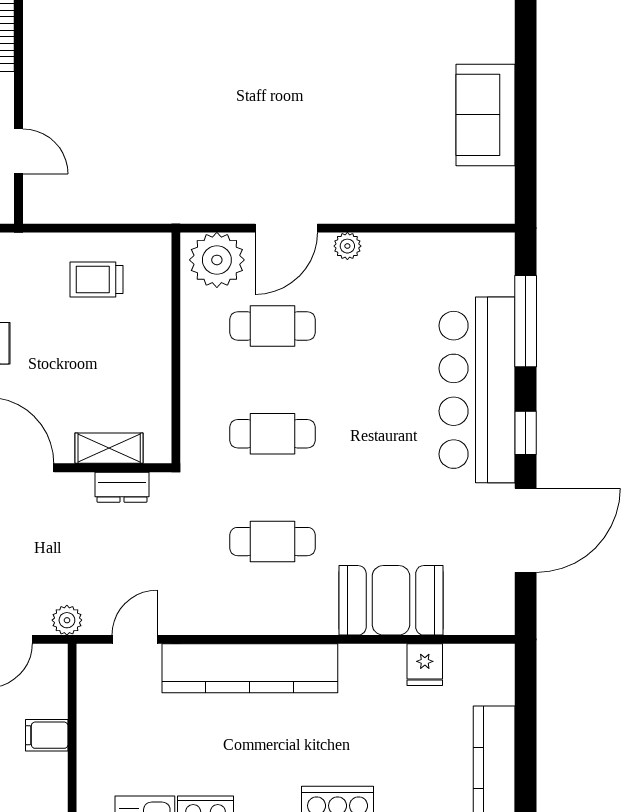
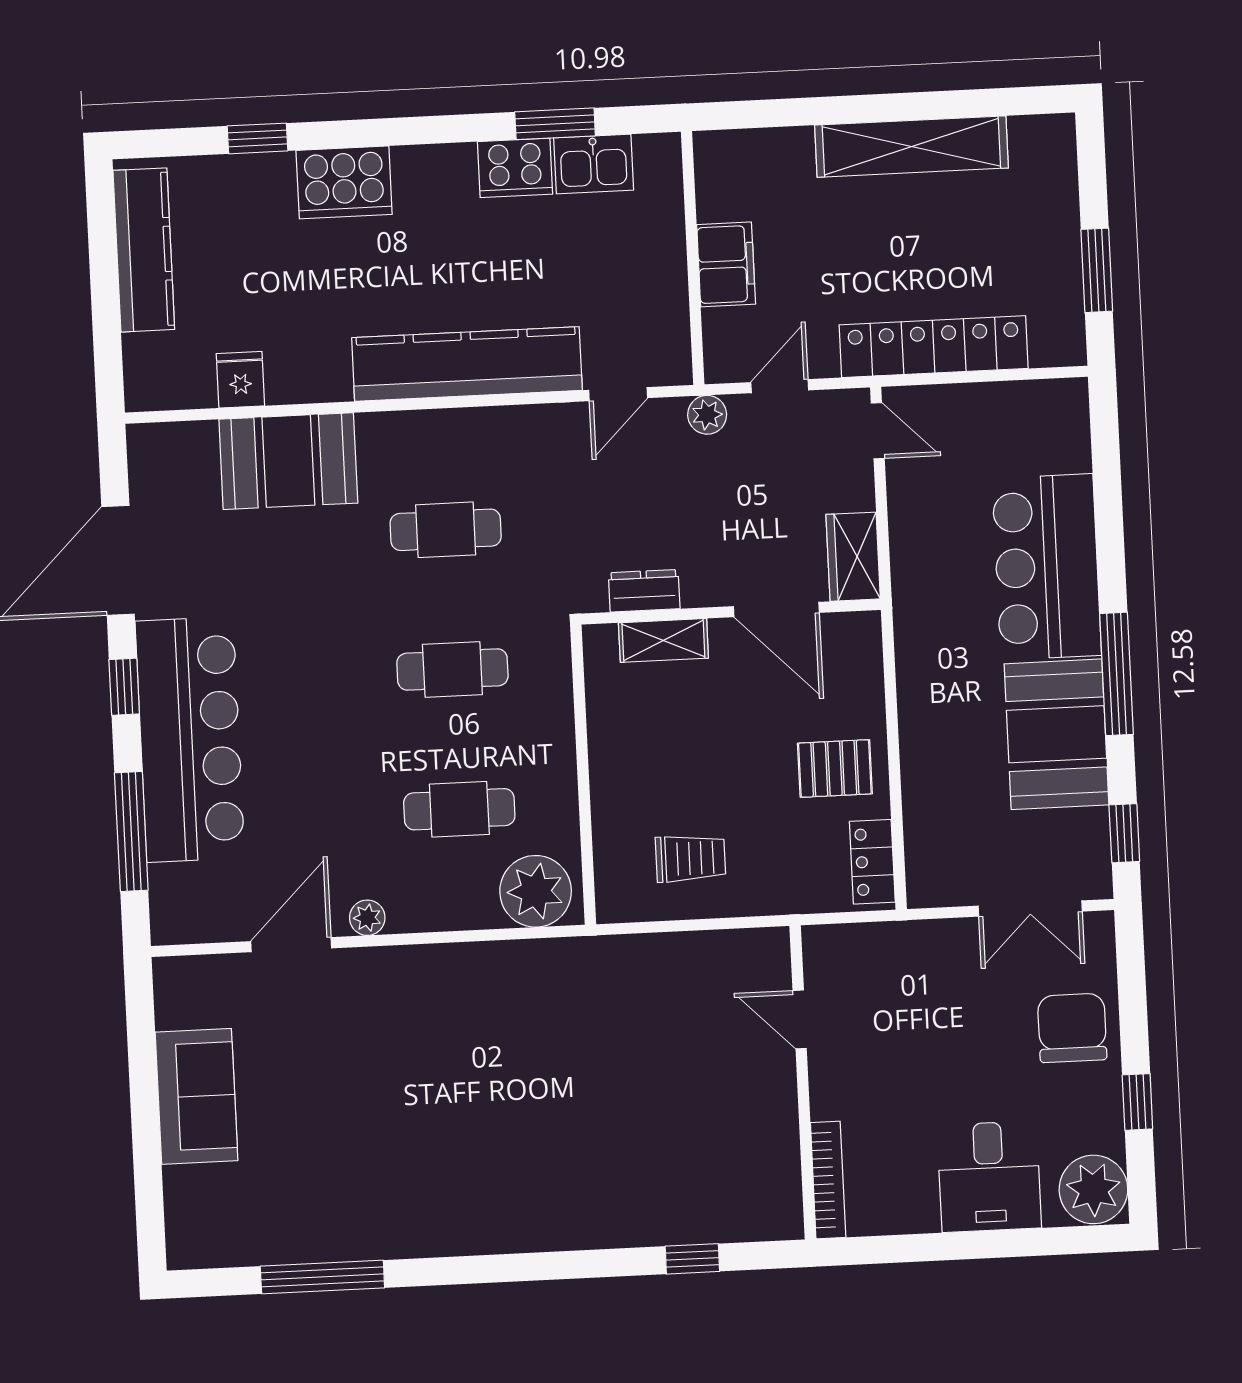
door: (286, 228) -> (291, 945), moved
filing cabinet: (47, 735) -> (726, 264), width x2.00

